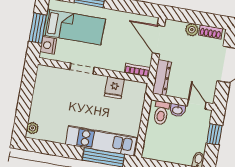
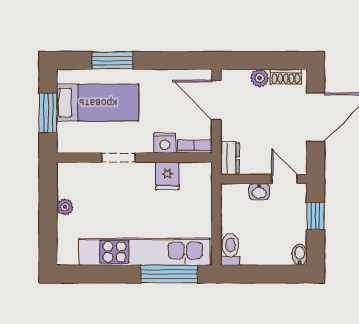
nightstand: (48, 45) -> (165, 143), moved, turned -90
dresser: (162, 78) -> (230, 158), width x0.70
toilet: (161, 113) -> (230, 249), moved, turned 180
plant: (32, 128) -> (65, 207), moved
kitchen unit: (101, 141) -> (145, 252), width x1.36

